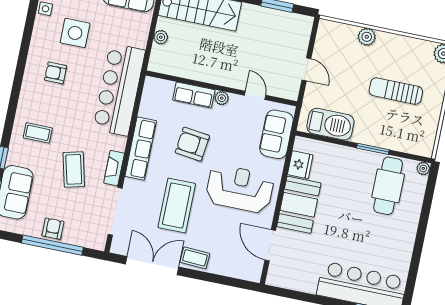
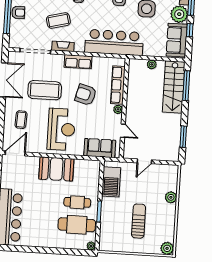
row of seats: (194, 95) -> (118, 85), width x1.48
door: (255, 95) -> (123, 131), hinge flipped
armchair: (192, 144) -> (86, 95), turned -82
row of seats: (141, 149) -> (78, 62), width x0.68
fridge: (300, 165) -> (82, 166), removed
cafe table: (354, 180) -> (77, 202), added
door: (270, 245) -> (15, 153), moved
coffee table: (195, 258) -> (21, 120), moved

